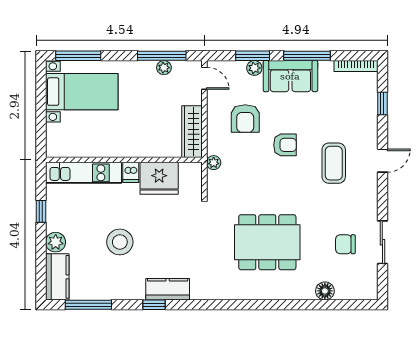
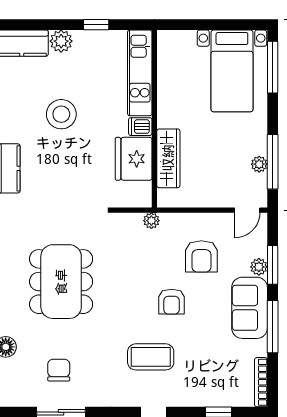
armchair: (245, 118) -> (201, 256), turned -90
wardrobe: (192, 132) -> (168, 158), moved, turned 90

